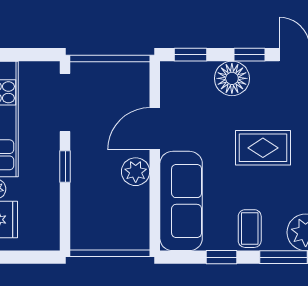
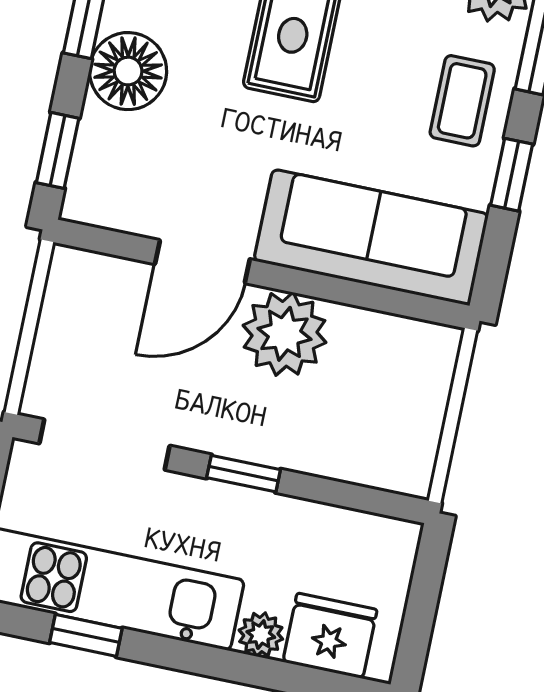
door: (155, 129) -> (202, 262), hinge flipped
plant: (136, 172) -> (285, 334), width x1.36, depth x1.36
coffee table: (250, 229) -> (462, 101), turned 90

